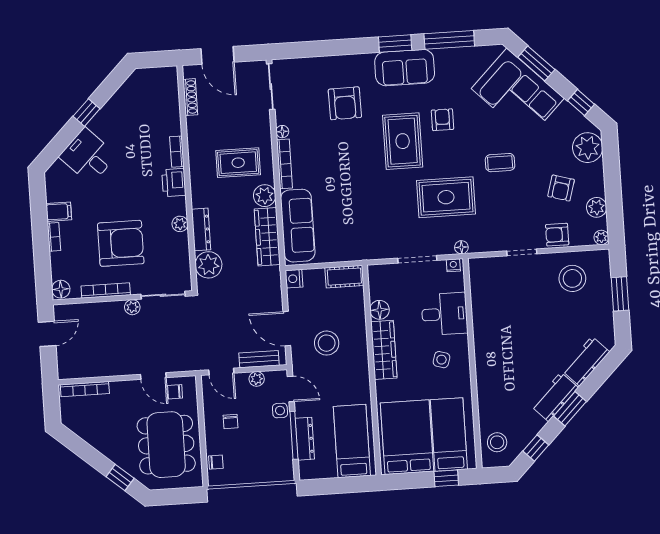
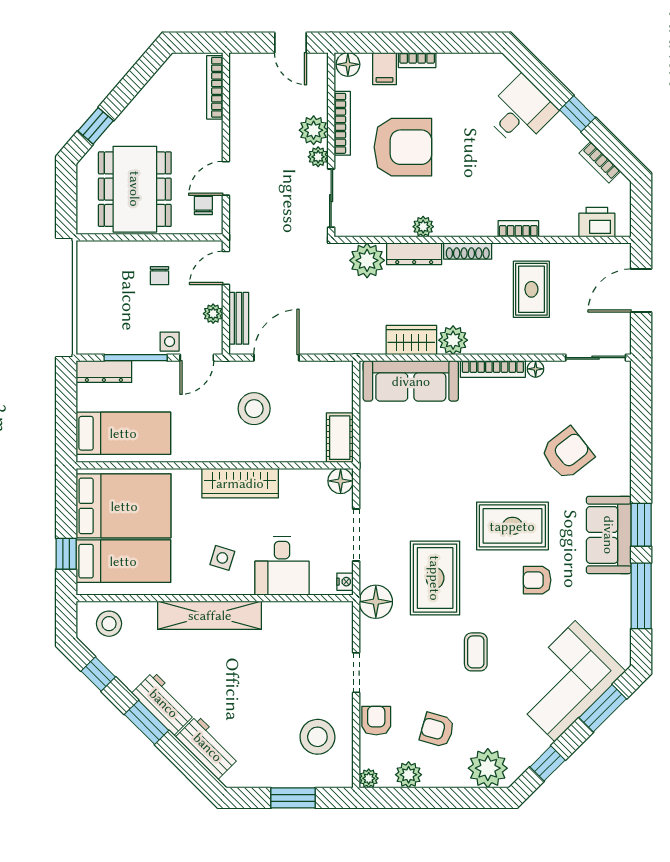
bookcase: (122, 93) -> (600, 162), added
shoe rack: (190, 97) -> (468, 251), moved
armchair: (345, 103) -> (567, 453), turned 143
armchair: (442, 120) -> (537, 580), turned 180
rug: (238, 163) -> (531, 289), moved
printer: (174, 182) -> (597, 222), moved
filing cabinet: (59, 212) -> (384, 69), moved
wardrobe: (267, 237) -> (411, 340), width x0.67
armchair: (121, 243) -> (403, 147), turned -90
floor lamp: (461, 247) -> (376, 602), width x1.89, depth x1.89
nightstand: (294, 279) -> (341, 371), removed
floor lamp: (380, 310) -> (341, 481), moved
plant: (112, 312) -> (314, 130), added
shelving: (486, 366) -> (210, 615), added
chair: (230, 422) -> (159, 276), turned -90
dresser: (305, 439) -> (104, 372), moved
dining table: (166, 445) -> (135, 189), turned 90
chair: (216, 462) -> (107, 253), removed

